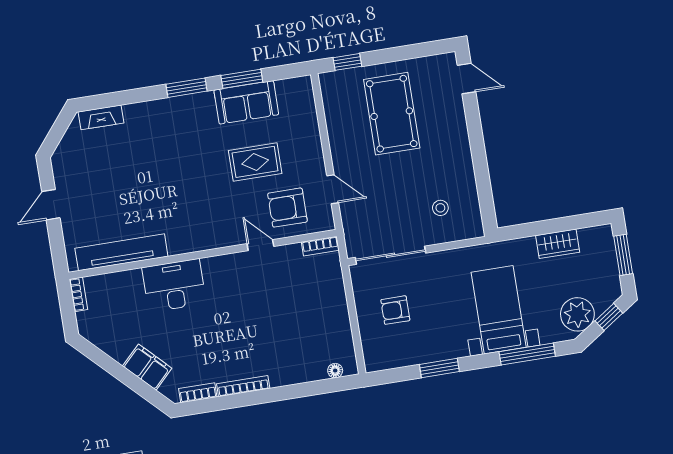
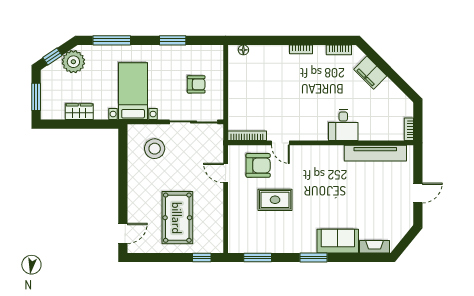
window: (242, 79) -> (258, 257), moved
door: (466, 79) -> (123, 233), swing flipped
sofa: (246, 102) -> (338, 241), moved
stool: (440, 208) -> (155, 149), width x1.89, depth x1.89
bookcase: (320, 246) -> (247, 136), width x1.56
desk: (174, 285) -> (343, 125), width x0.73
bed with nightstands: (499, 310) -> (133, 91), moved, turned 180
bookcase: (243, 386) -> (301, 49), width x0.64

